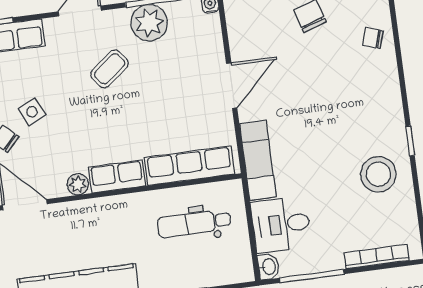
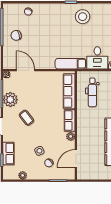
door: (232, 86) -> (25, 70), moved

